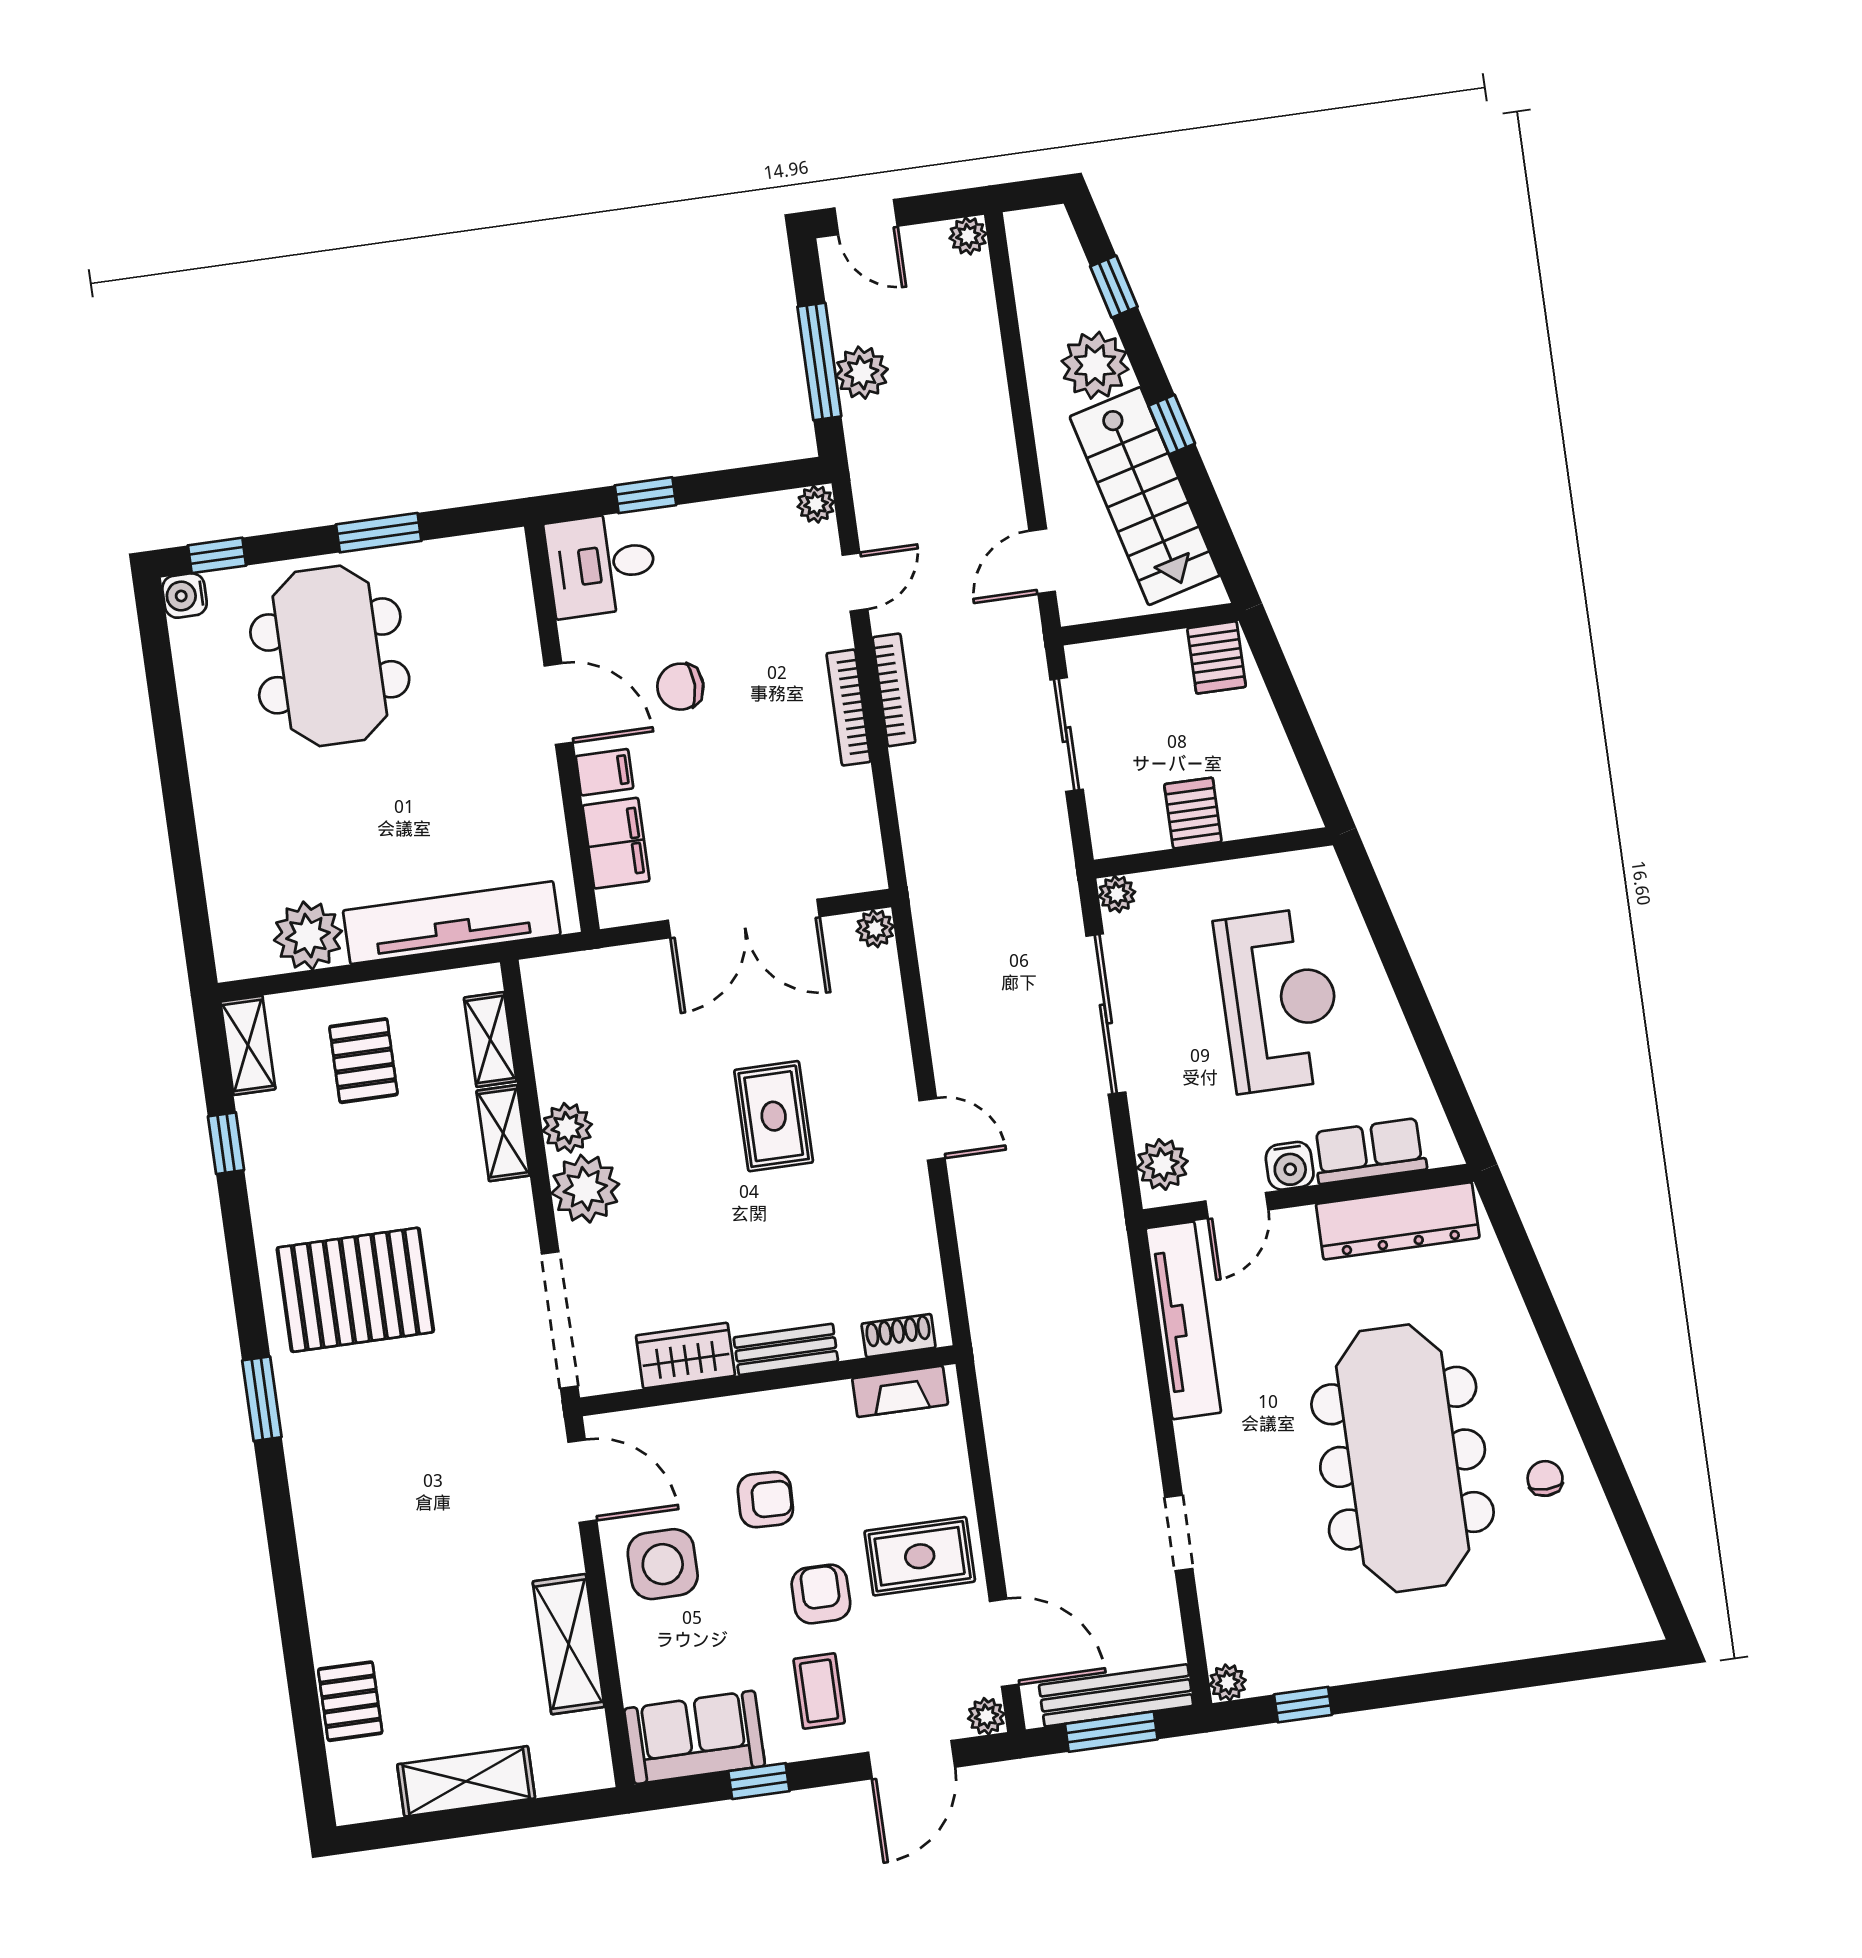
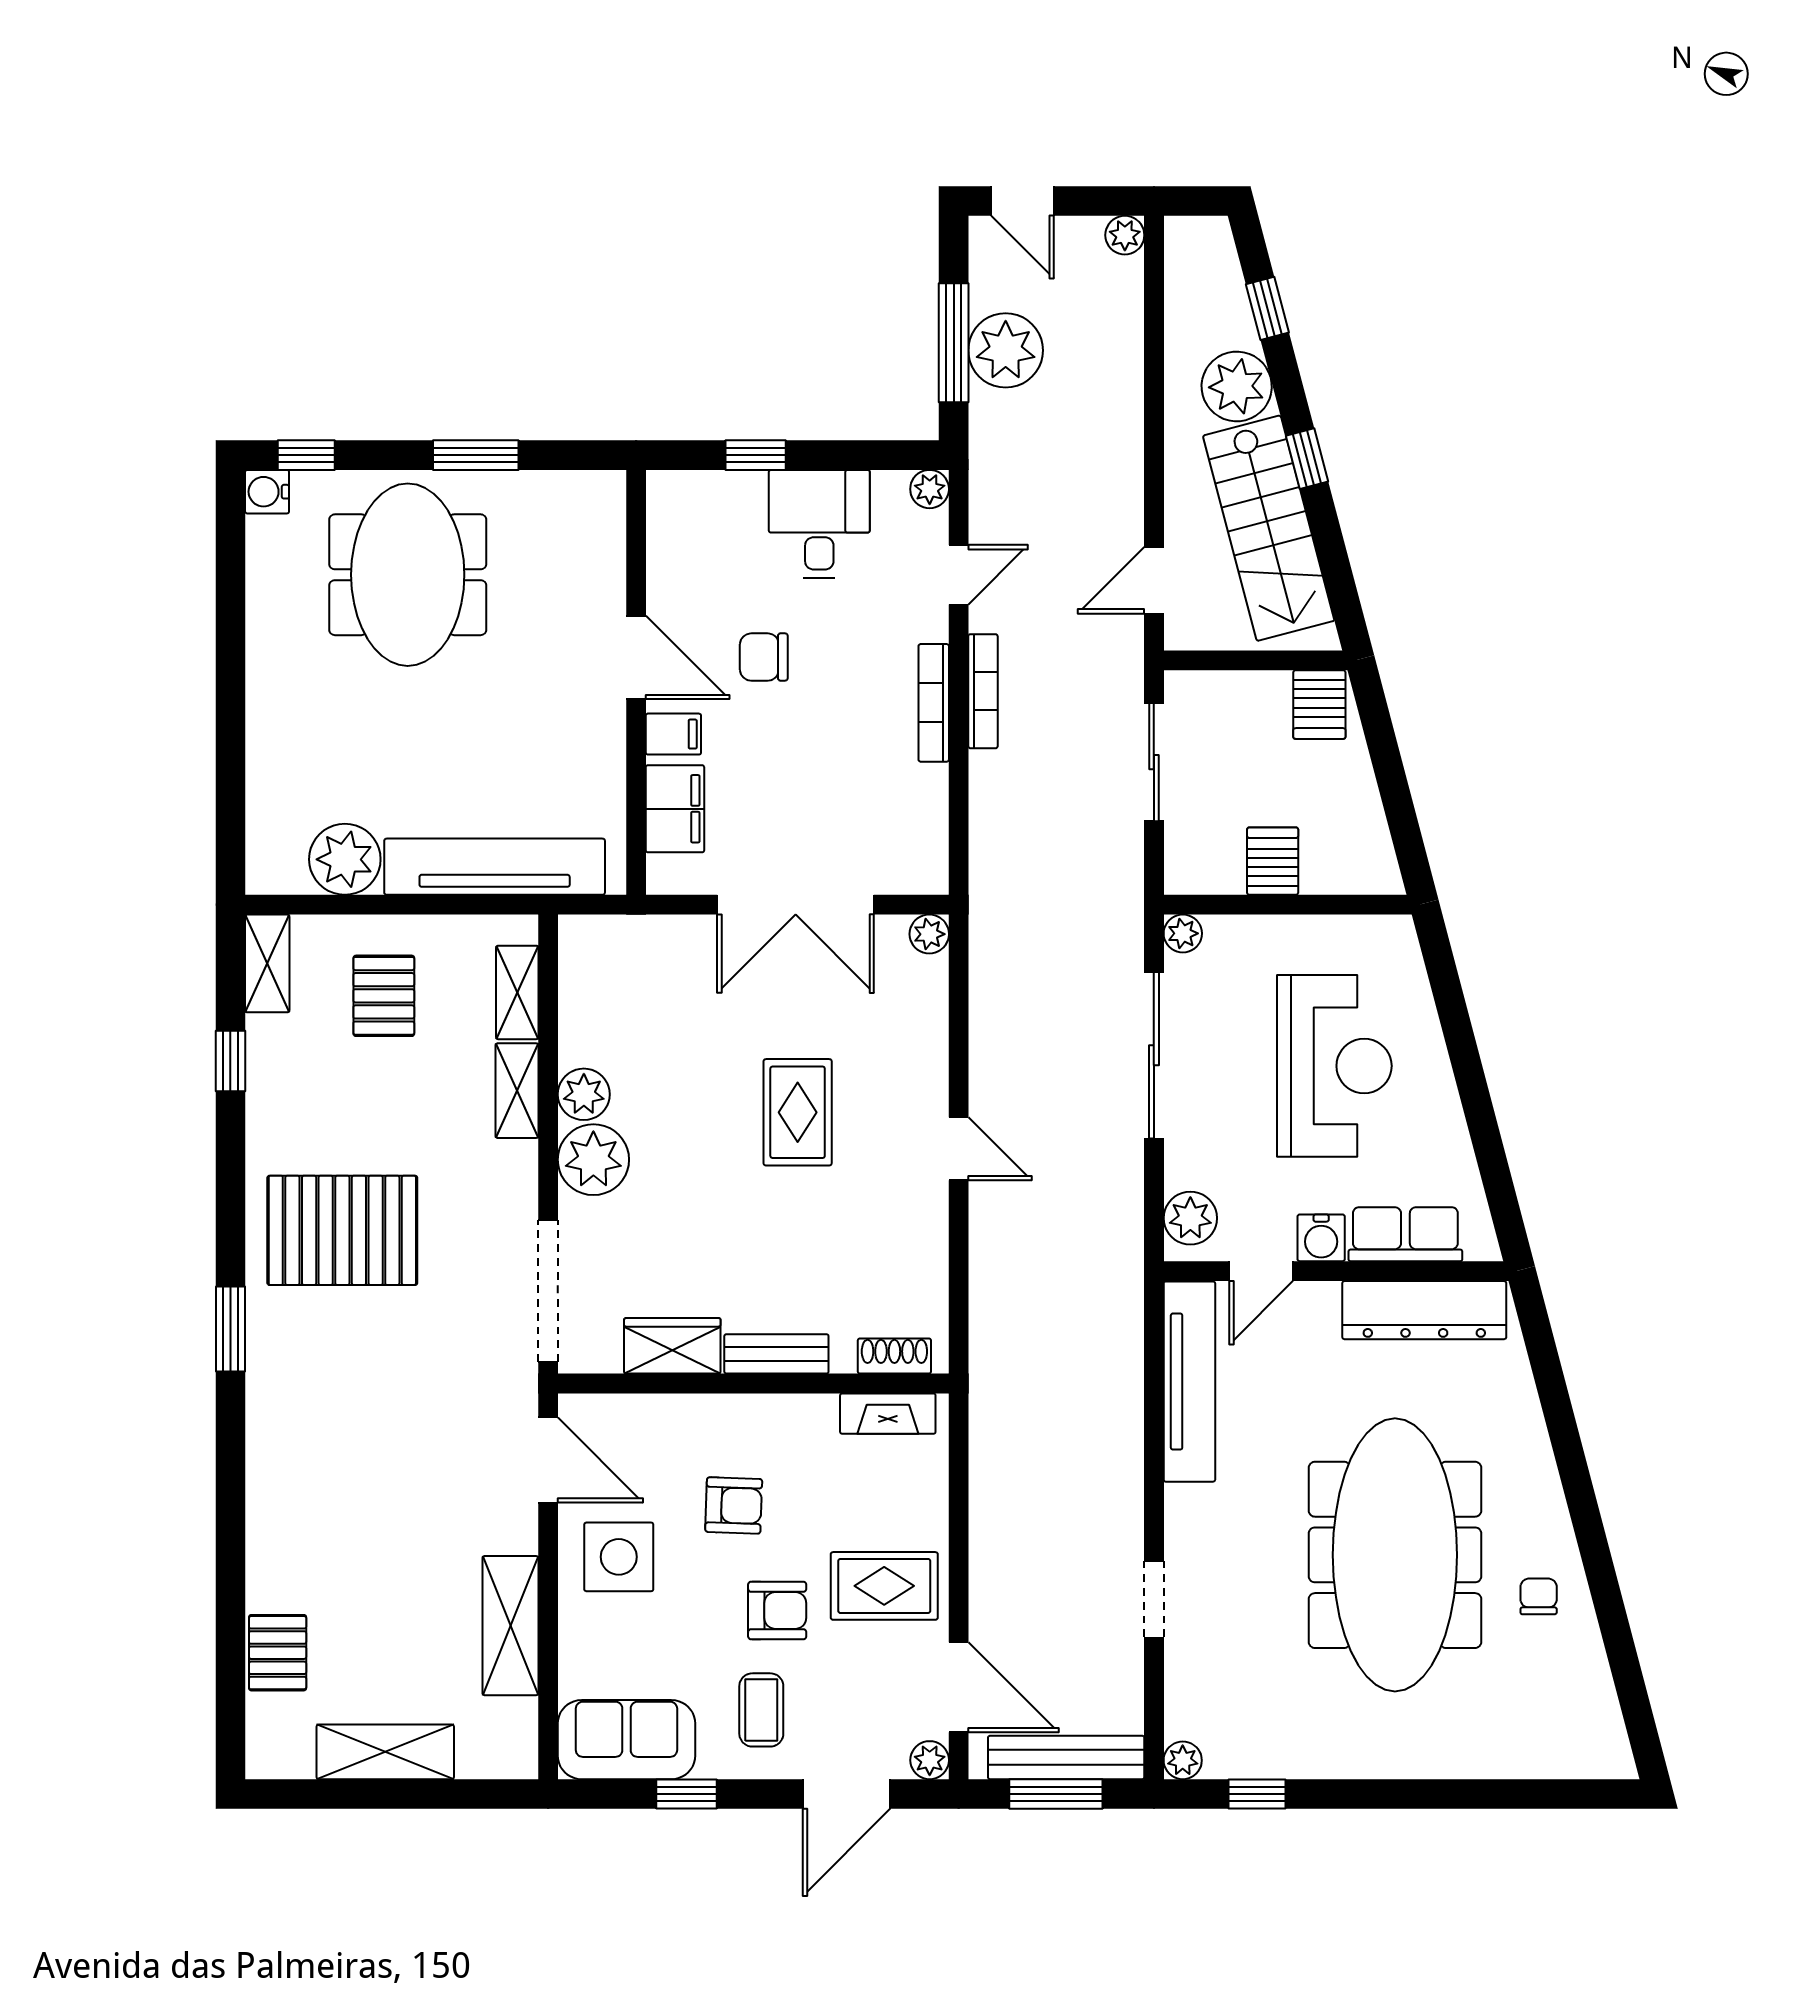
plant: (862, 373) -> (1006, 350), width x1.36, depth x1.36
desk: (601, 565) -> (819, 524), moved, turned 90
armchair: (821, 1594) -> (777, 1610), turned 90

